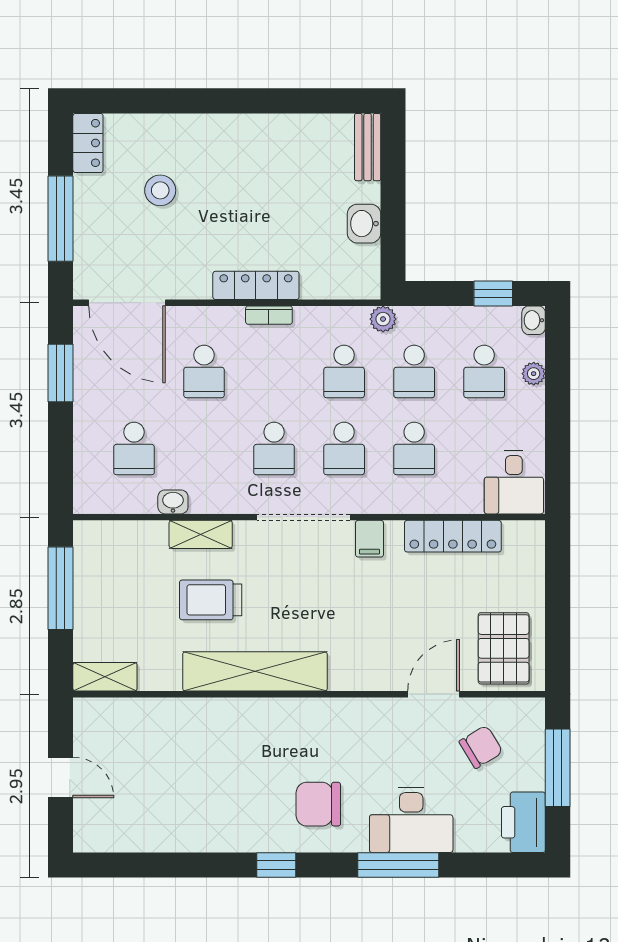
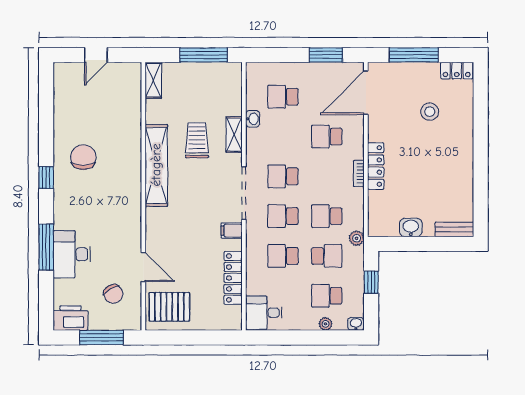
window: (493, 293) -> (371, 282), moved
school desk: (414, 371) -> (327, 256), turned 180
chair: (318, 804) -> (83, 157), moved

